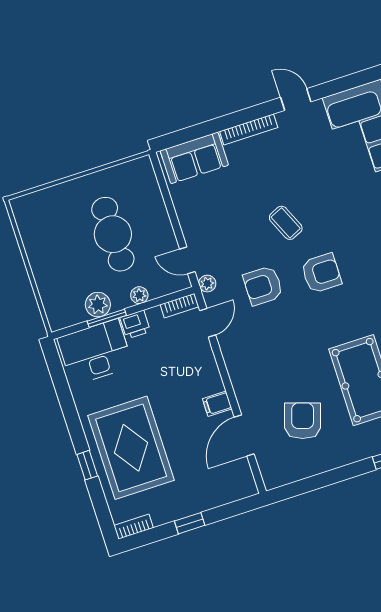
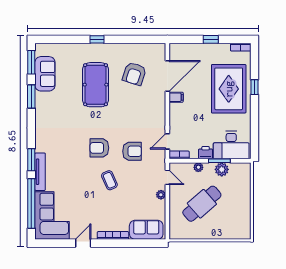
door: (296, 99) -> (83, 243), swing flipped
cafe table: (113, 234) -> (202, 204), turned 49
plant: (207, 284) -> (161, 195), moved
door: (244, 435) -> (167, 76), width x1.36

